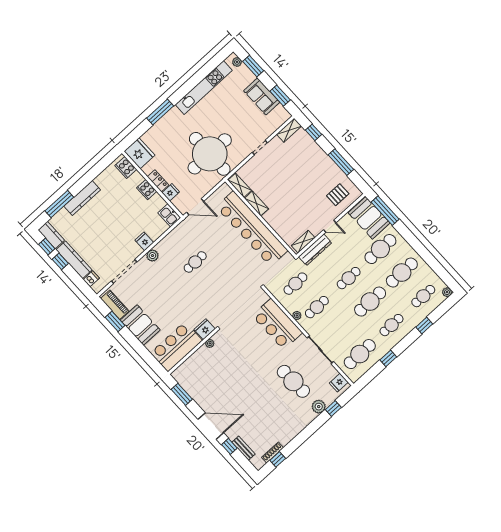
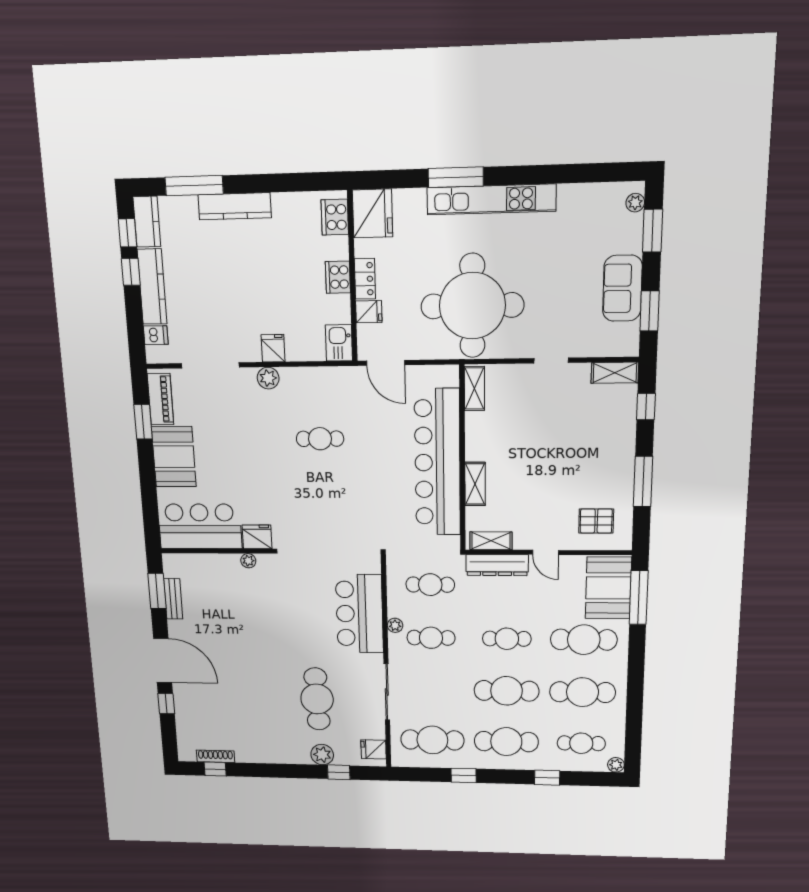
kitchen unit: (204, 87) -> (491, 199), moved
shelving: (257, 204) -> (475, 484), moved
cafe table: (392, 325) -> (506, 742), width x1.37, depth x1.35
bench: (243, 448) -> (173, 599), moved

